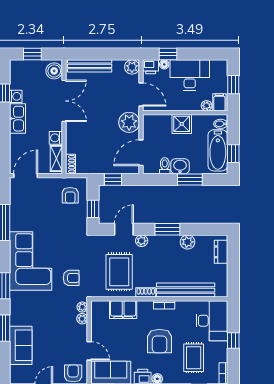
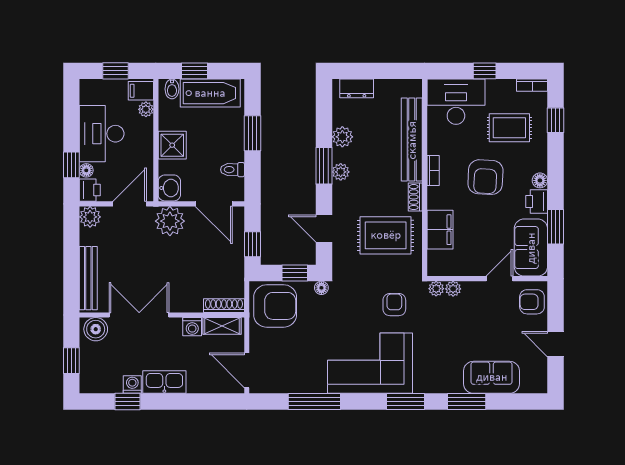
window: (233, 154) -> (194, 71), moved
shoe rack: (70, 164) -> (224, 306), width x1.43
washbasin: (180, 166) -> (169, 188), moved, turned 180
armchair: (70, 195) -> (275, 306), width x1.88, depth x1.88
floor lamp: (83, 227) -> (321, 288), added
plant: (142, 241) -> (341, 172), moved
armchair: (160, 341) -> (485, 177), turned 93

